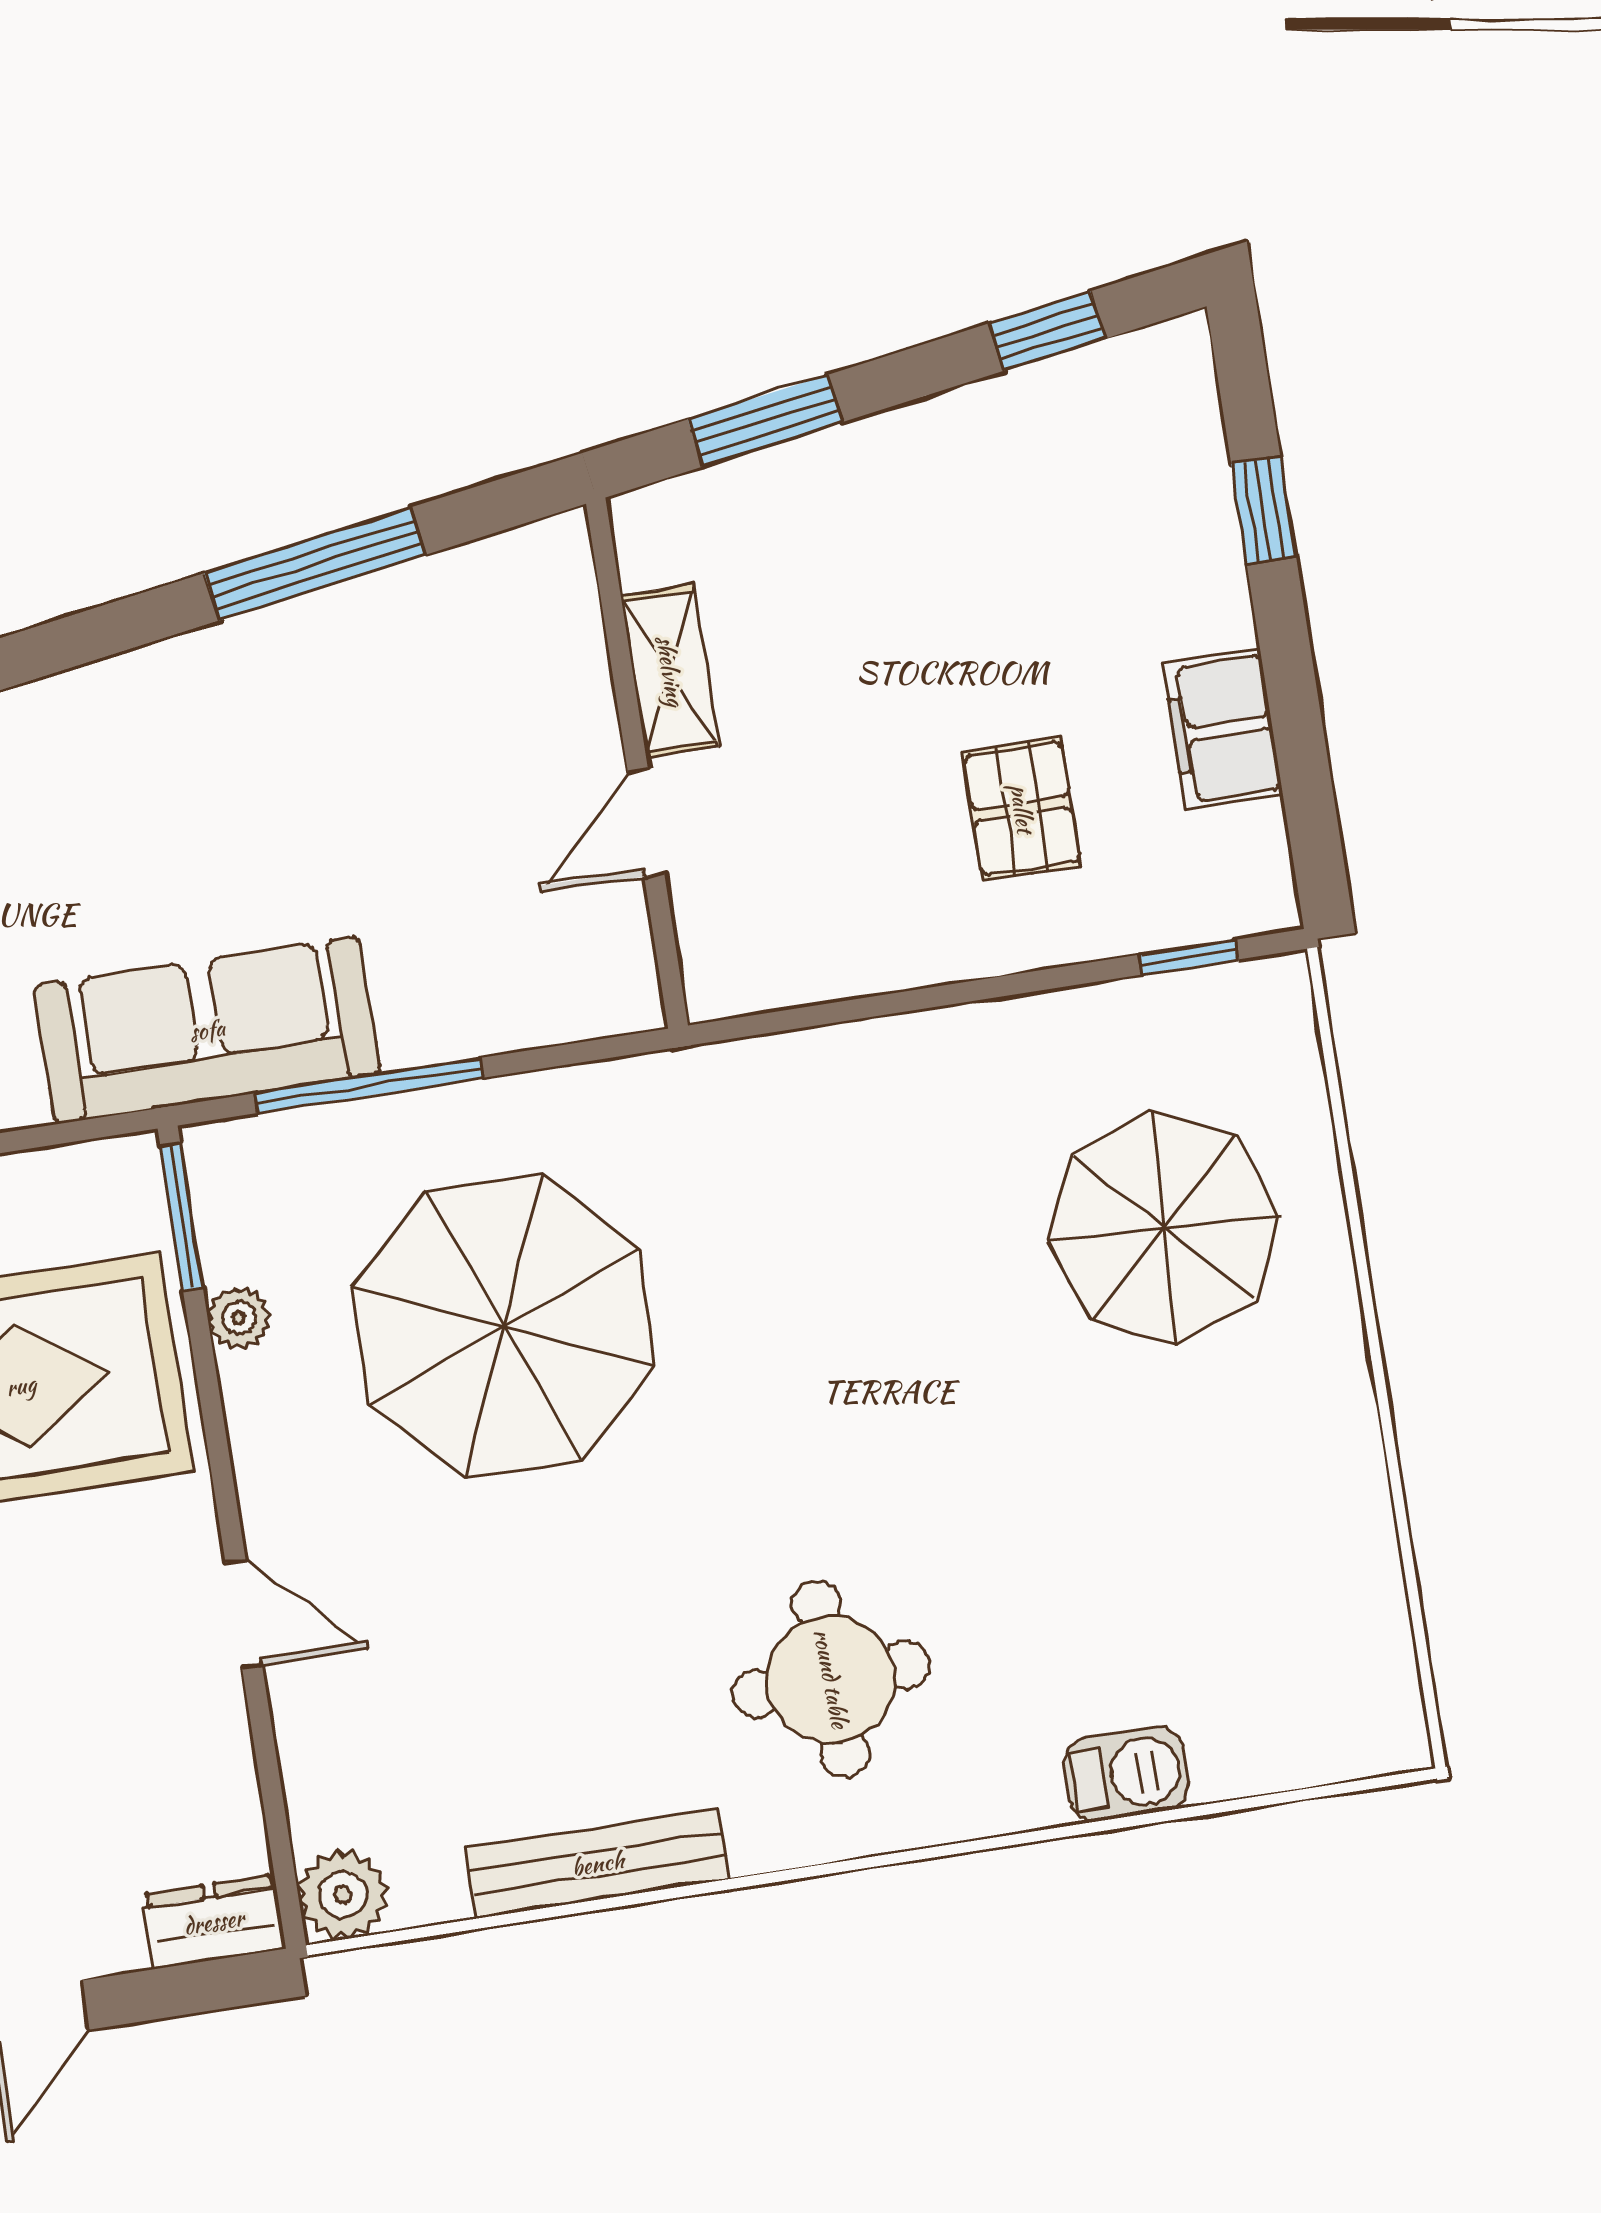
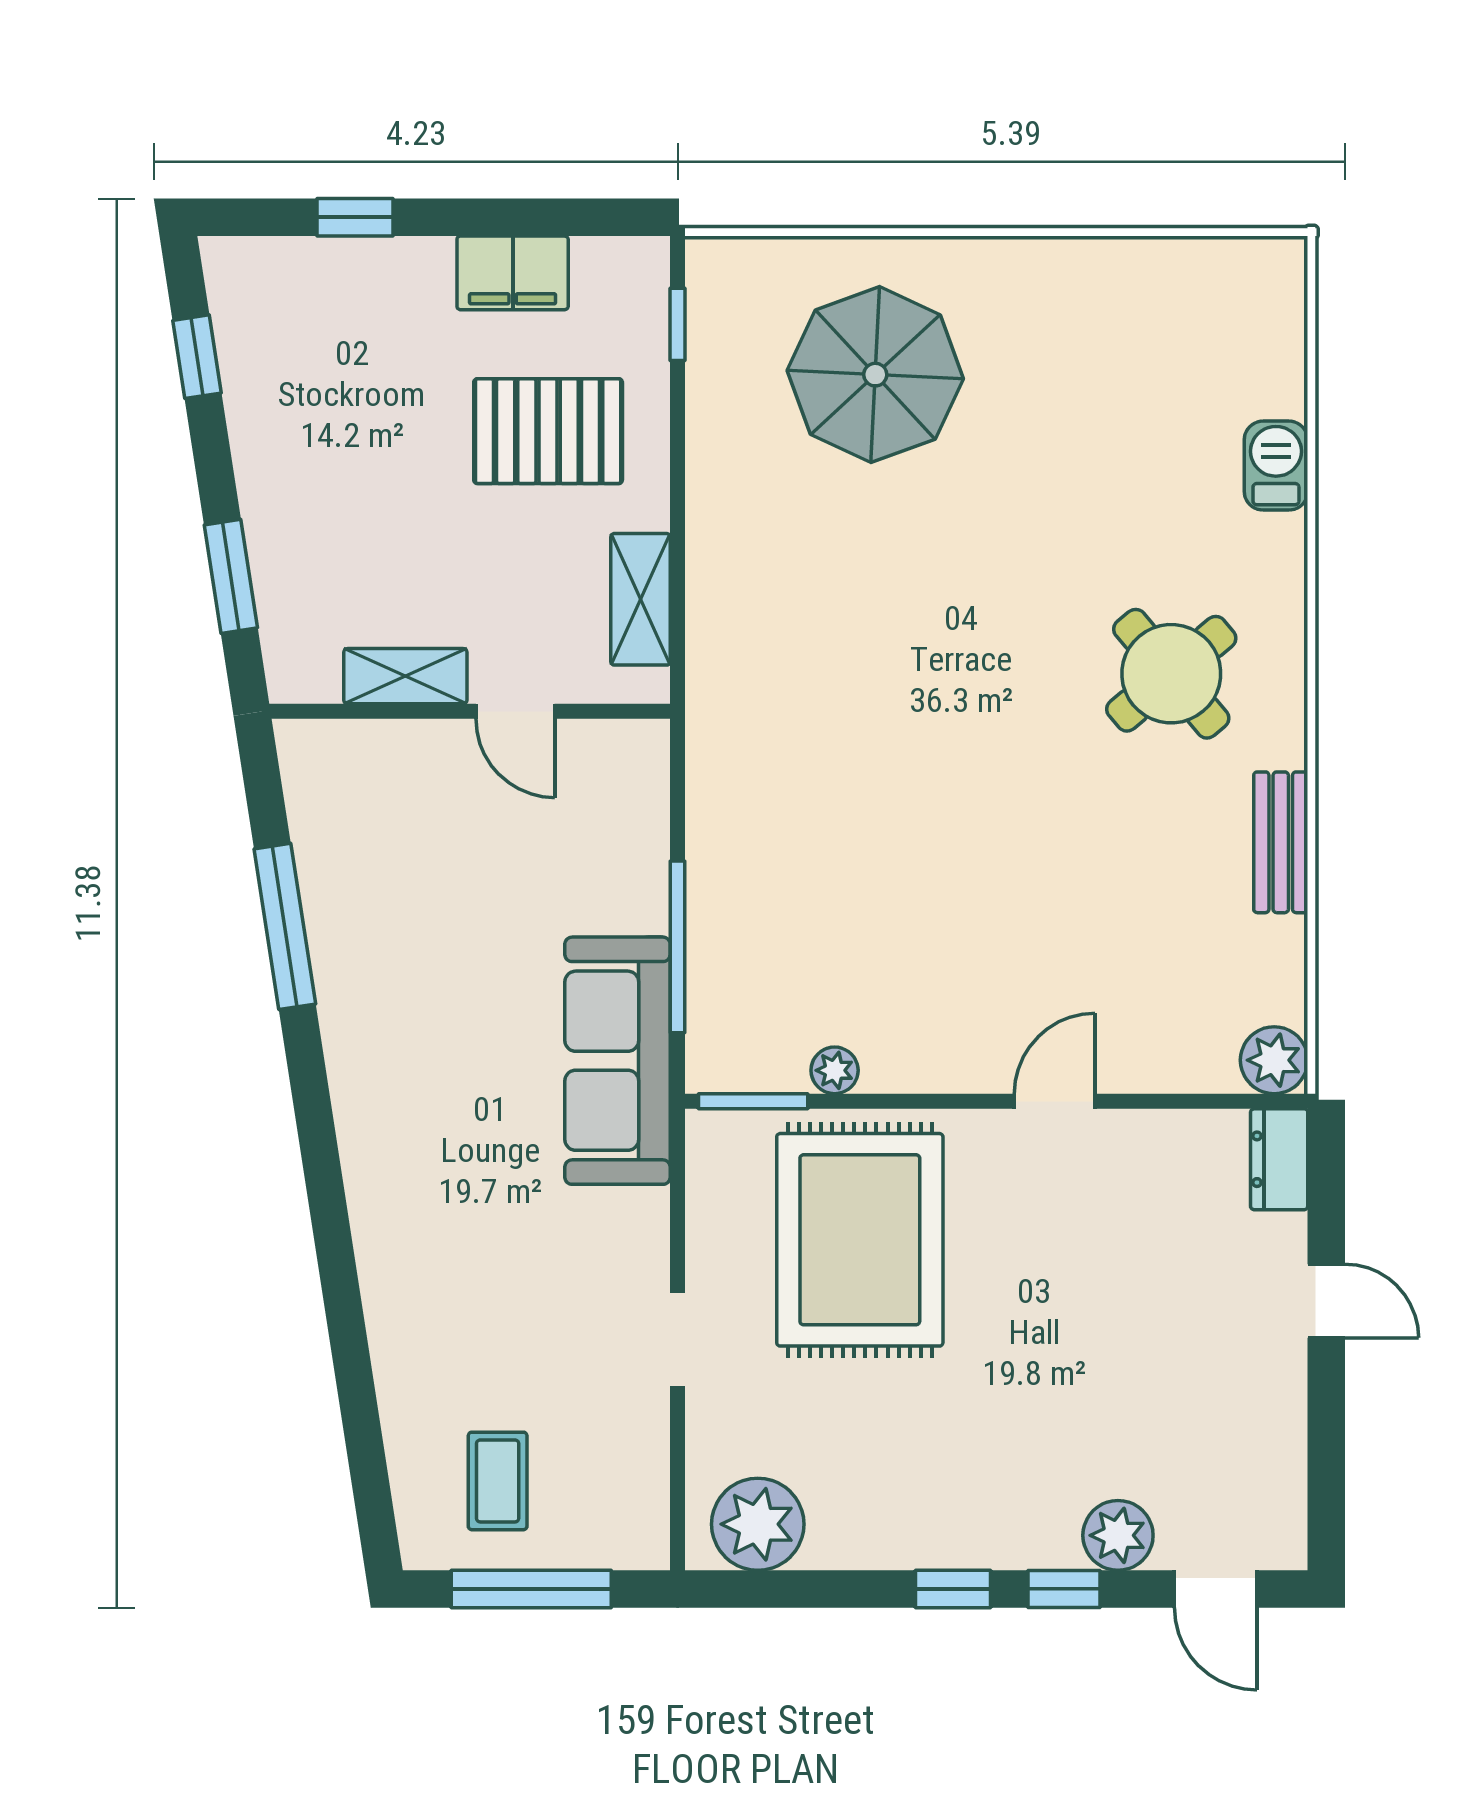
pallet: (1022, 809) -> (548, 431), width x1.50, depth x1.42
shelving: (819, 965) -> (640, 599), added
parasol: (504, 1326) -> (872, 875), removed
round table: (831, 1679) -> (1171, 674), turned -38
bench: (598, 1864) -> (1281, 842), width x0.73

